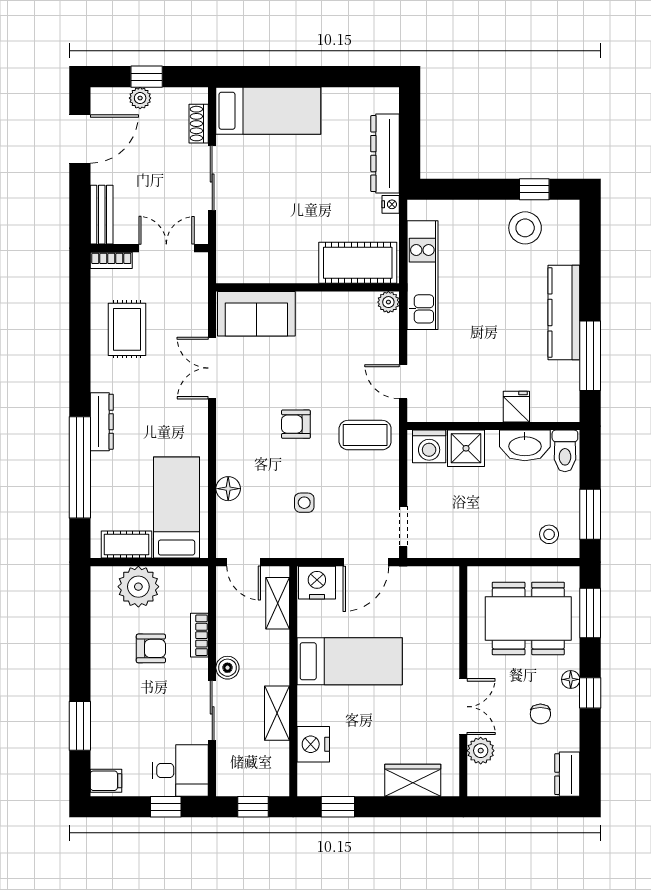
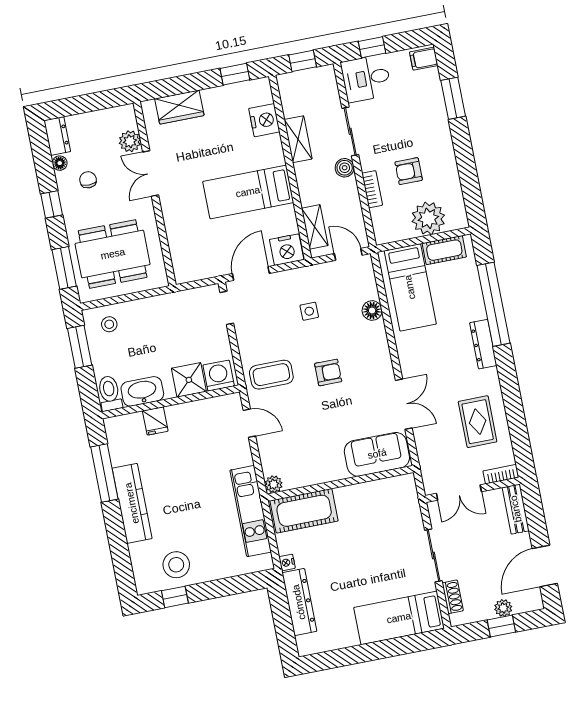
floor lamp: (571, 679) -> (60, 163), moved

